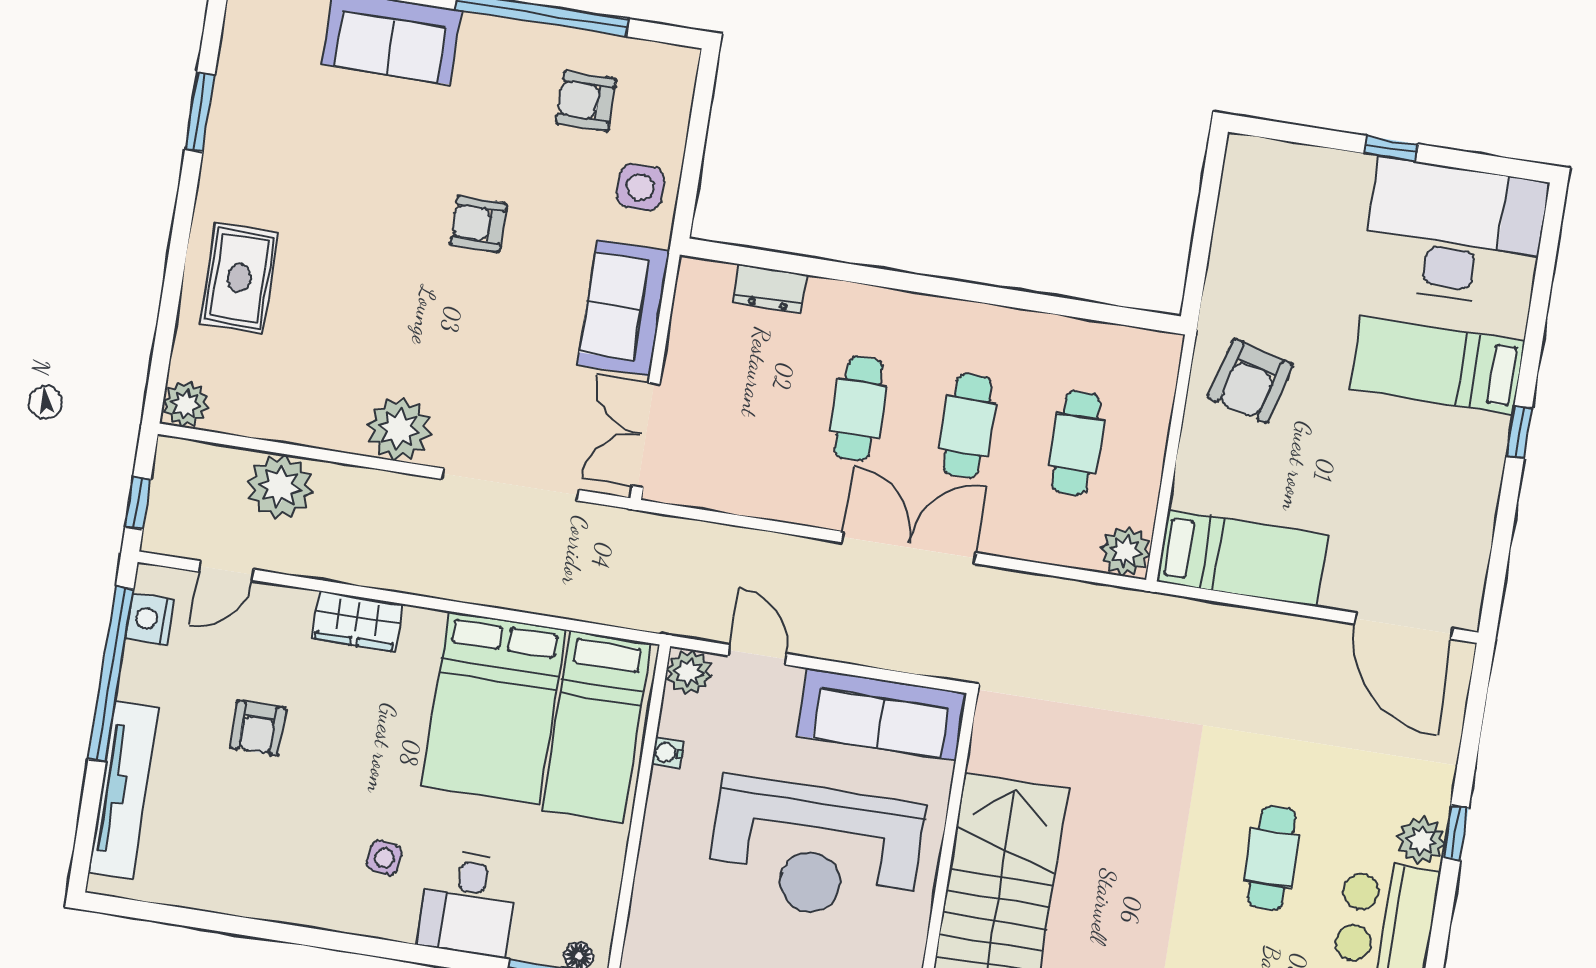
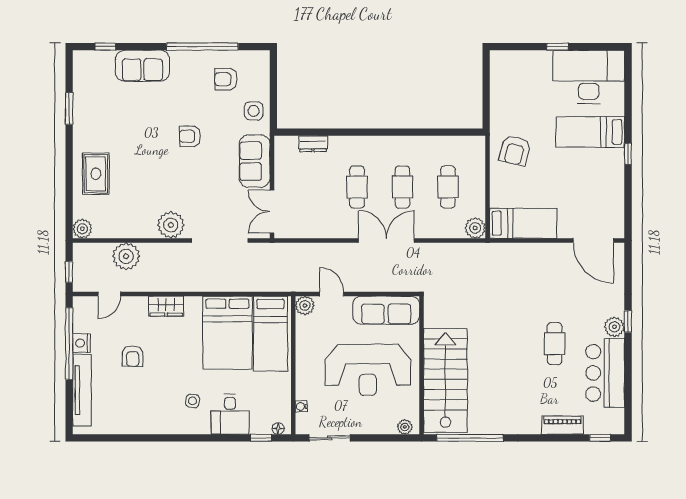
nightstand: (150, 619) -> (81, 343), moved
water cooler: (667, 753) -> (301, 406), moved

